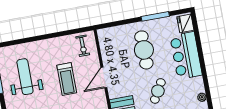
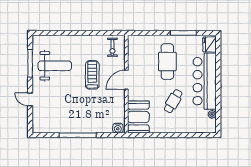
bar counter: (186, 55) -> (205, 81), width x1.36
weight bench: (25, 77) -> (55, 66), turned 90
treadmill: (67, 79) -> (92, 75), turned 180

